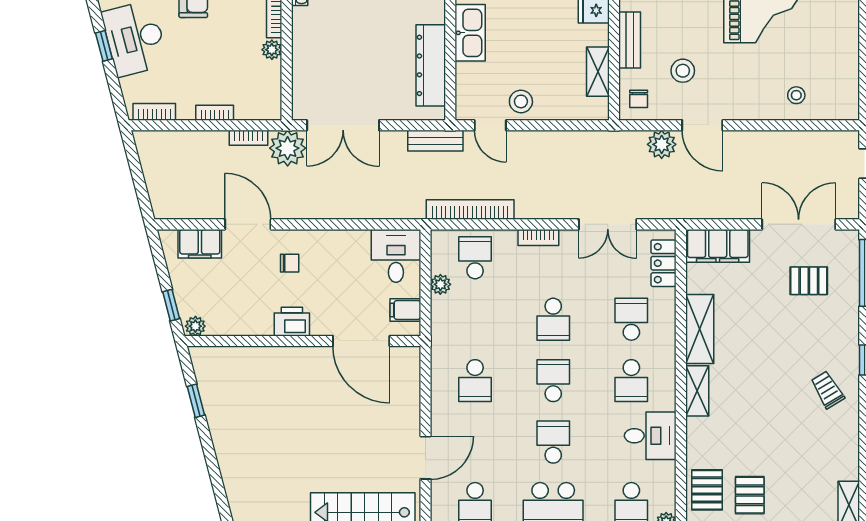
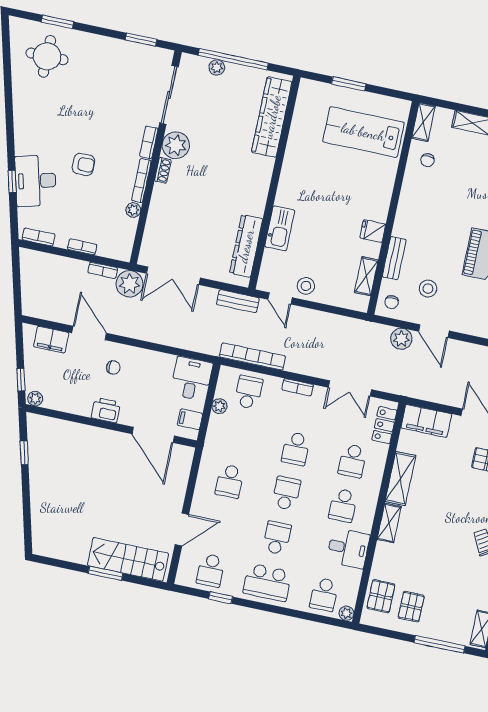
school desk: (631, 319) -> (352, 461), turned 180

